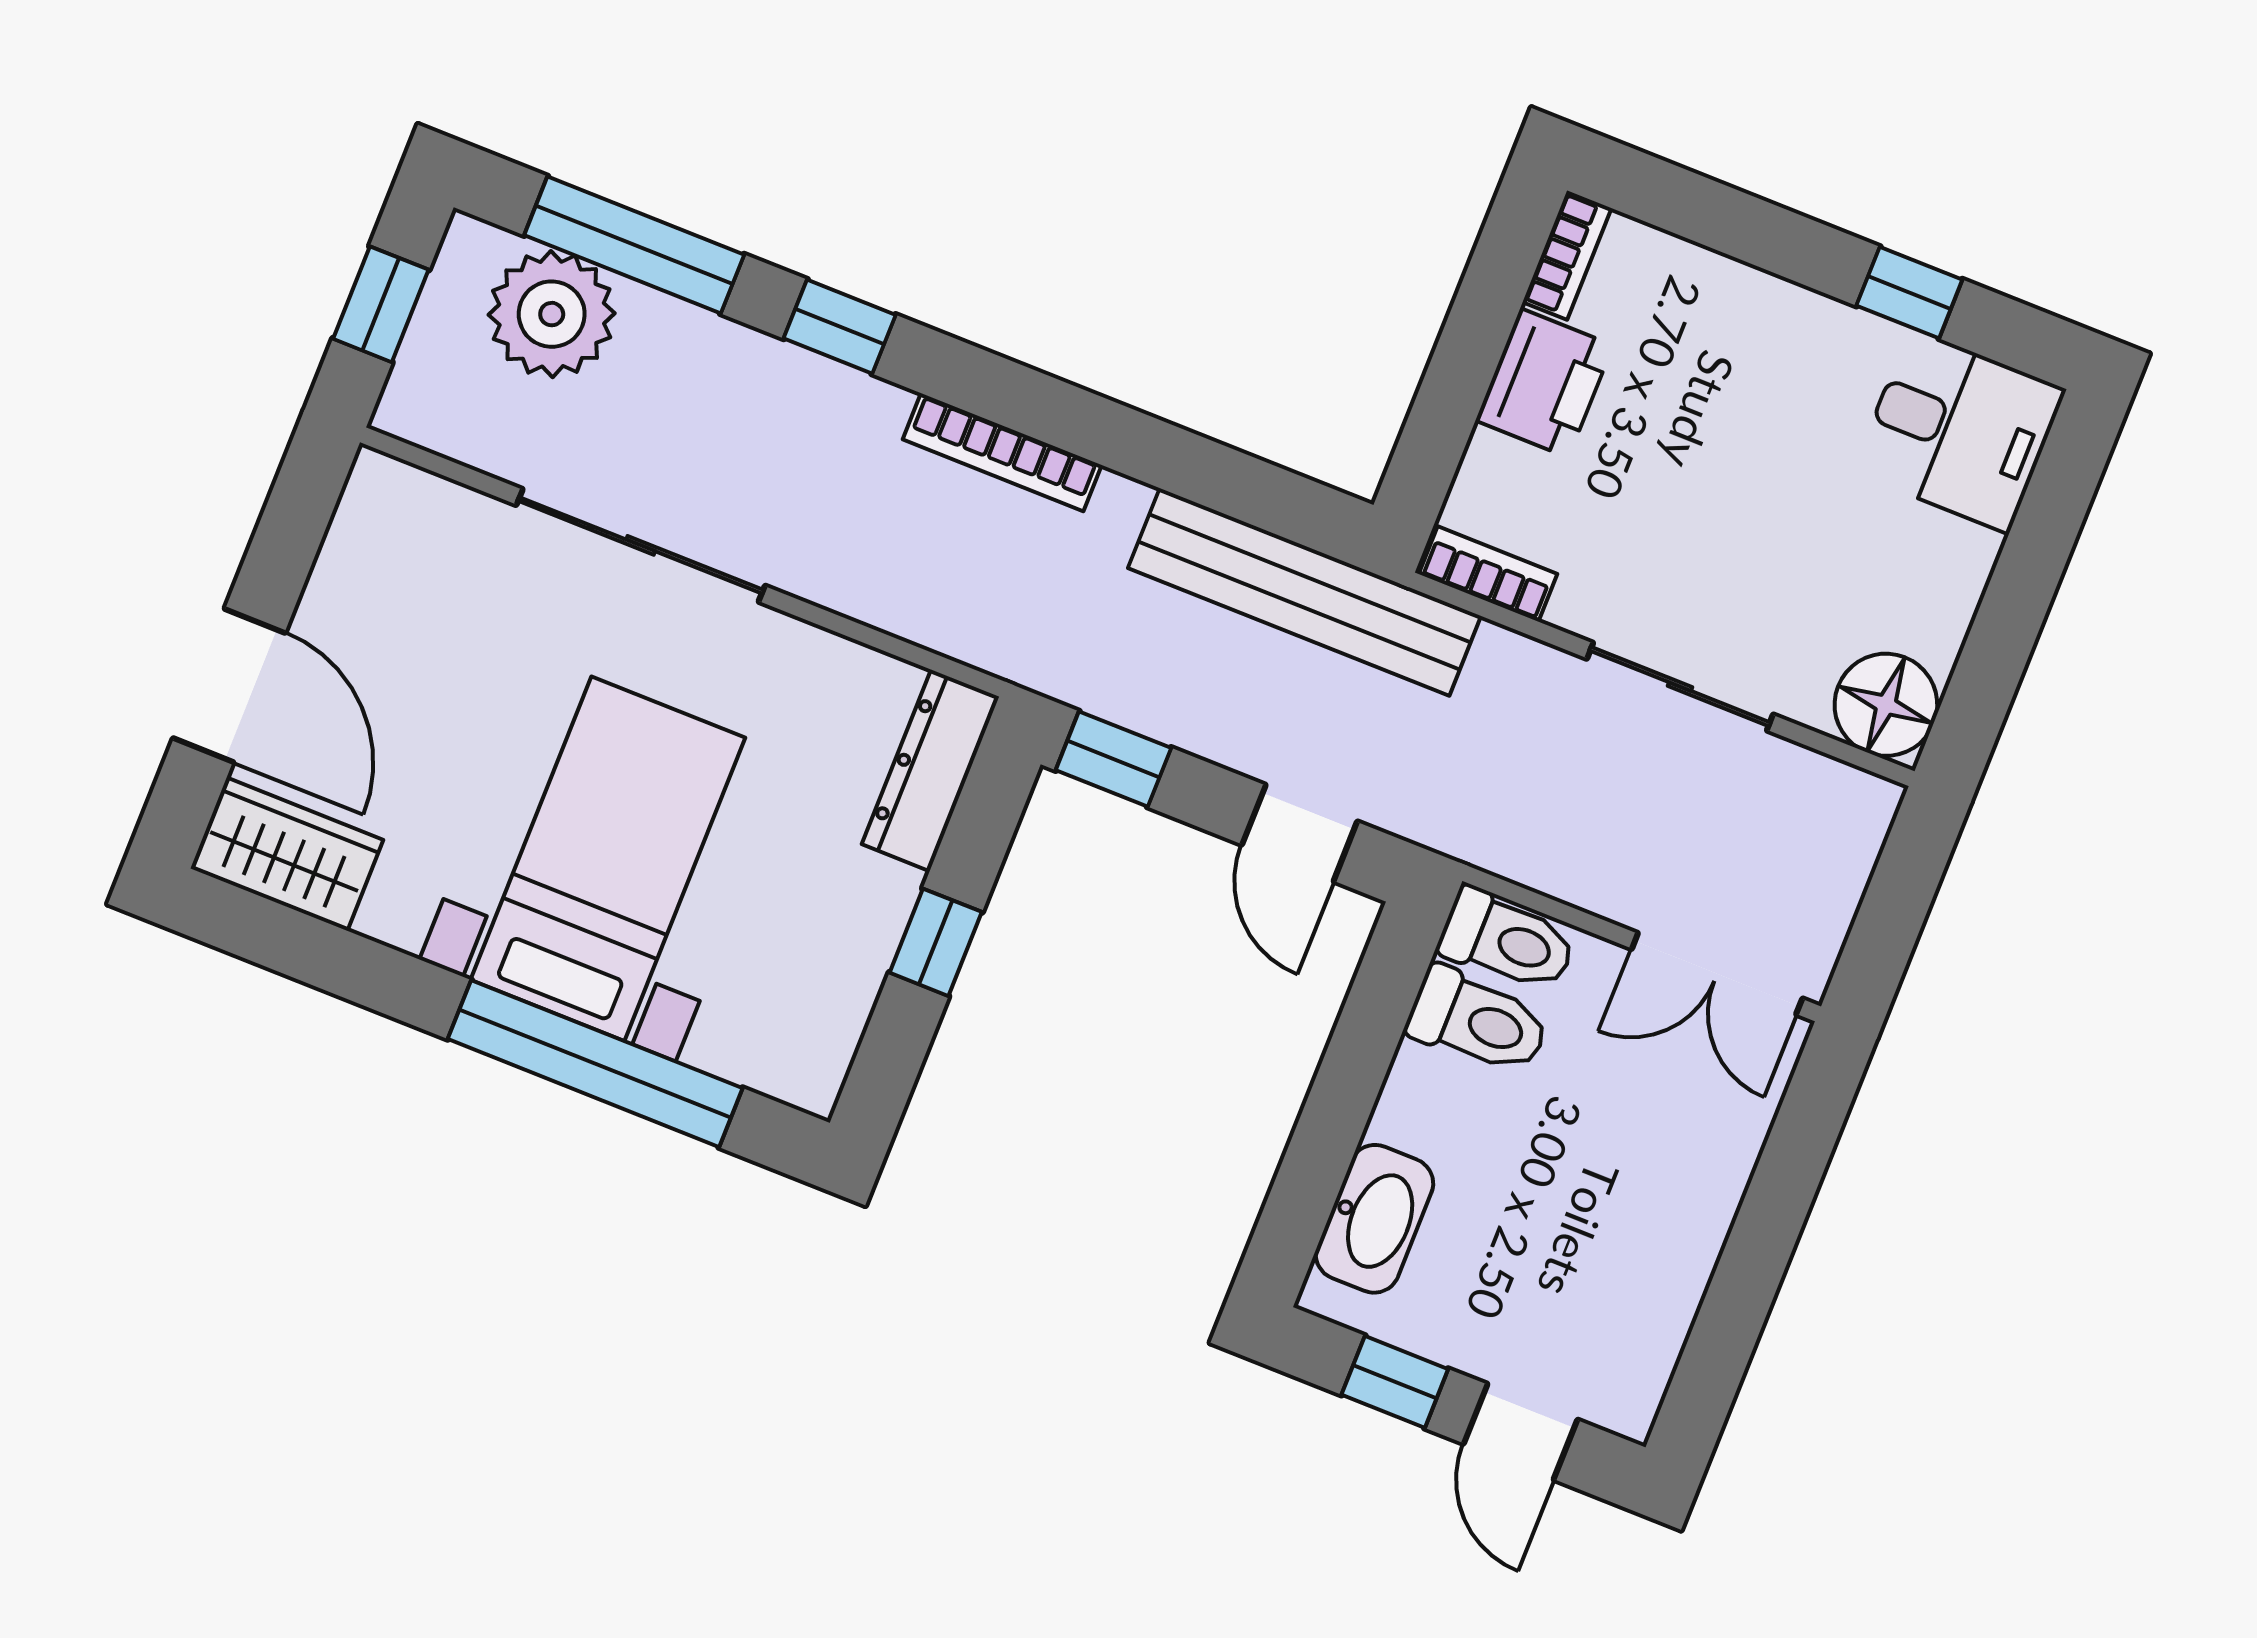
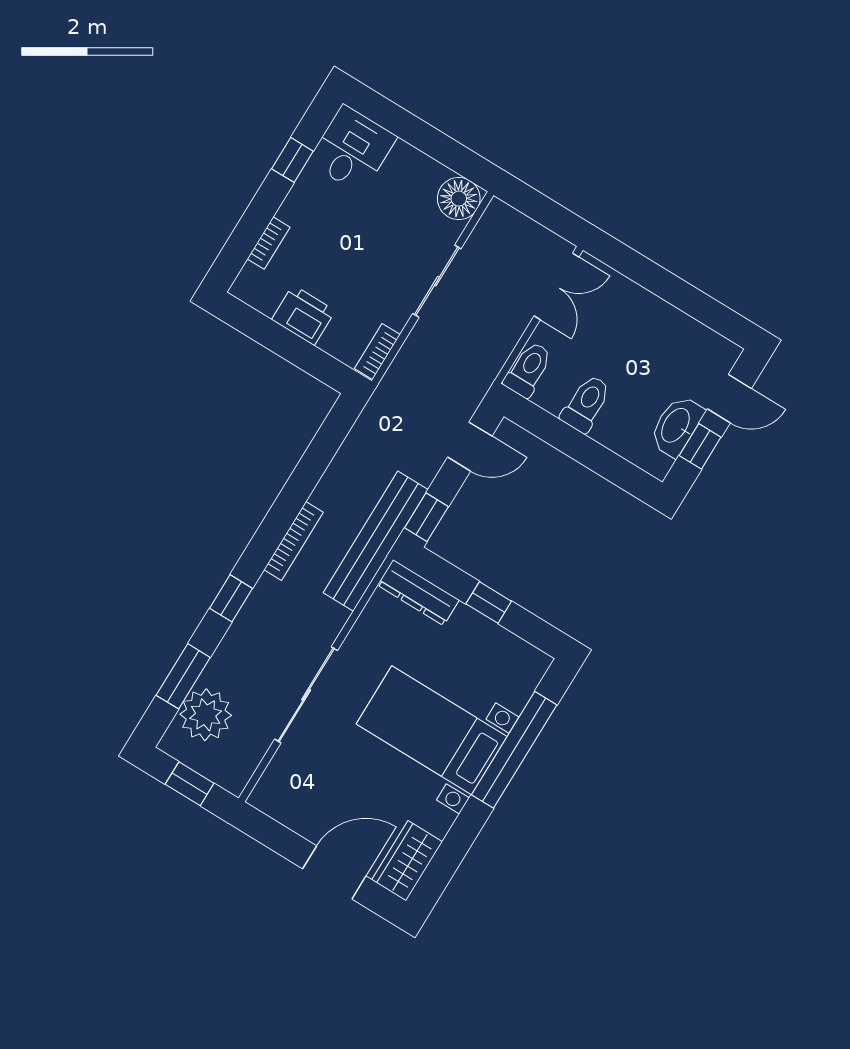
window: (634, 245) -> (183, 676), width x0.69
bookcase: (1567, 255) -> (269, 243), moved, turned 90
bench: (1305, 592) -> (376, 541), moved
toilet: (1478, 1021) -> (586, 404), moved
washbasin: (1374, 1219) -> (676, 426), moved, turned -90

